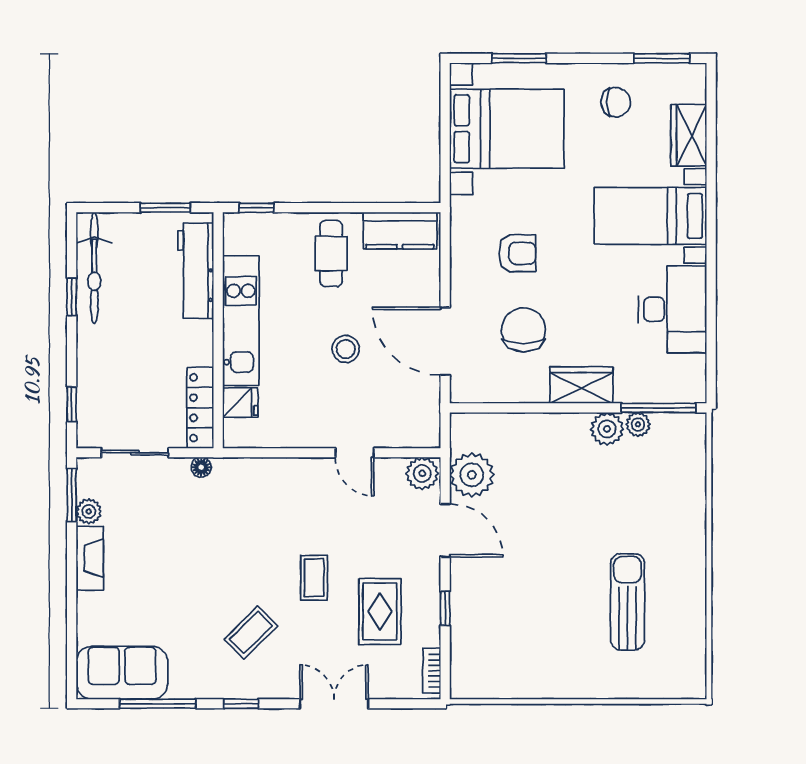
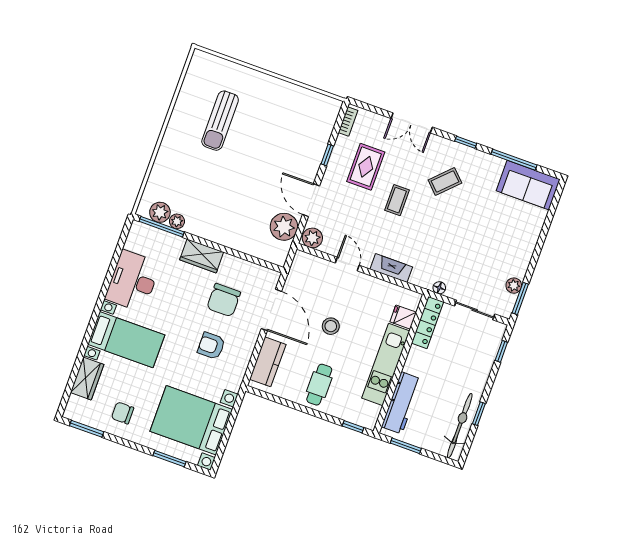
kitchen counter: (400, 231) -> (268, 362), moved, turned 90
plant: (607, 429) -> (160, 212), moved
fireplace: (90, 558) -> (391, 268), moved, turned 90

